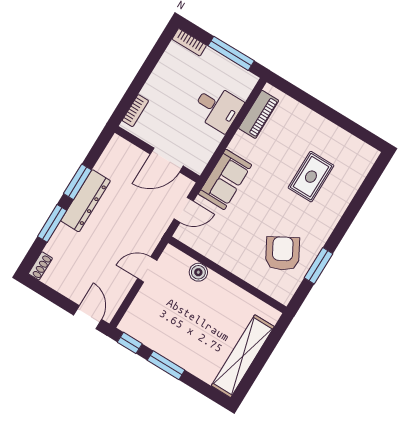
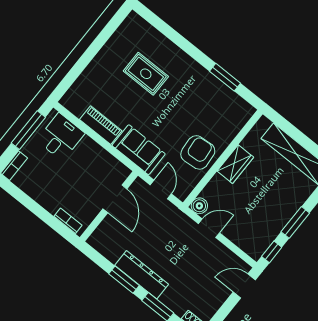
desk: (217, 108) -> (61, 137), moved
piano: (259, 114) -> (101, 125), moved
armchair: (283, 253) -> (198, 152), moved, turned 114
door: (147, 269) -> (209, 228), swing flipped
boiler: (198, 272) -> (199, 206), moved
wardrobe: (223, 290) -> (235, 164), added

